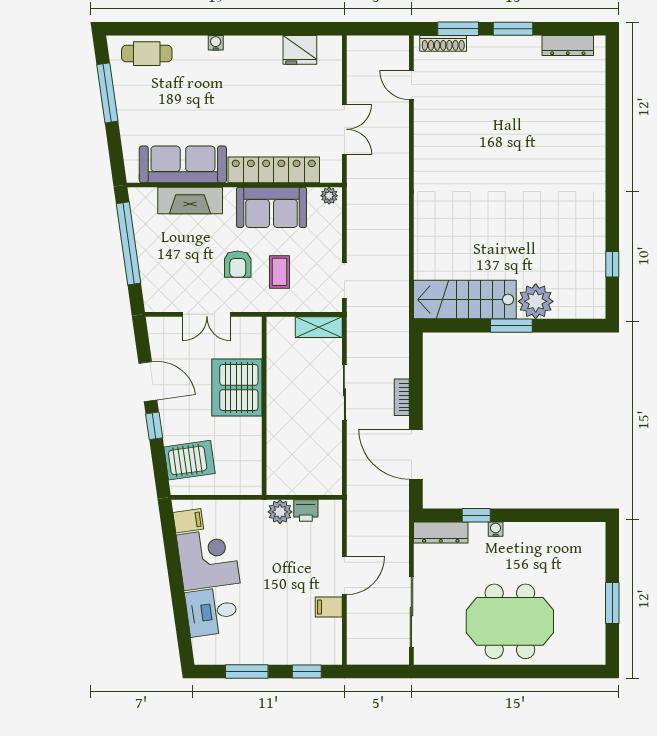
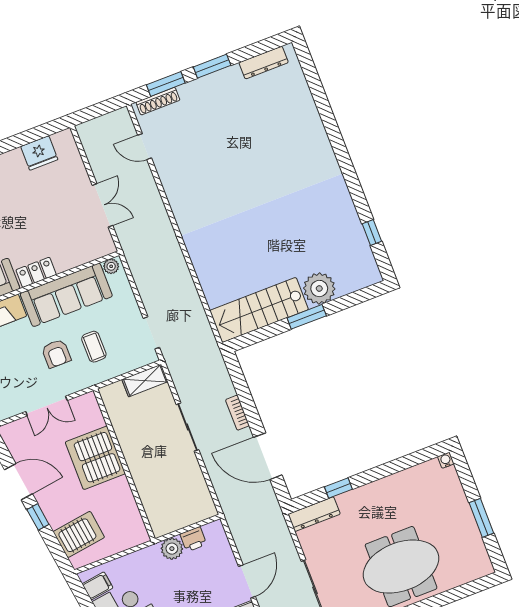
locker: (274, 170) -> (36, 272), width x0.46, depth x0.83
sofa: (272, 207) -> (66, 295), width x1.36
water cooler: (496, 529) -> (446, 460), moved

